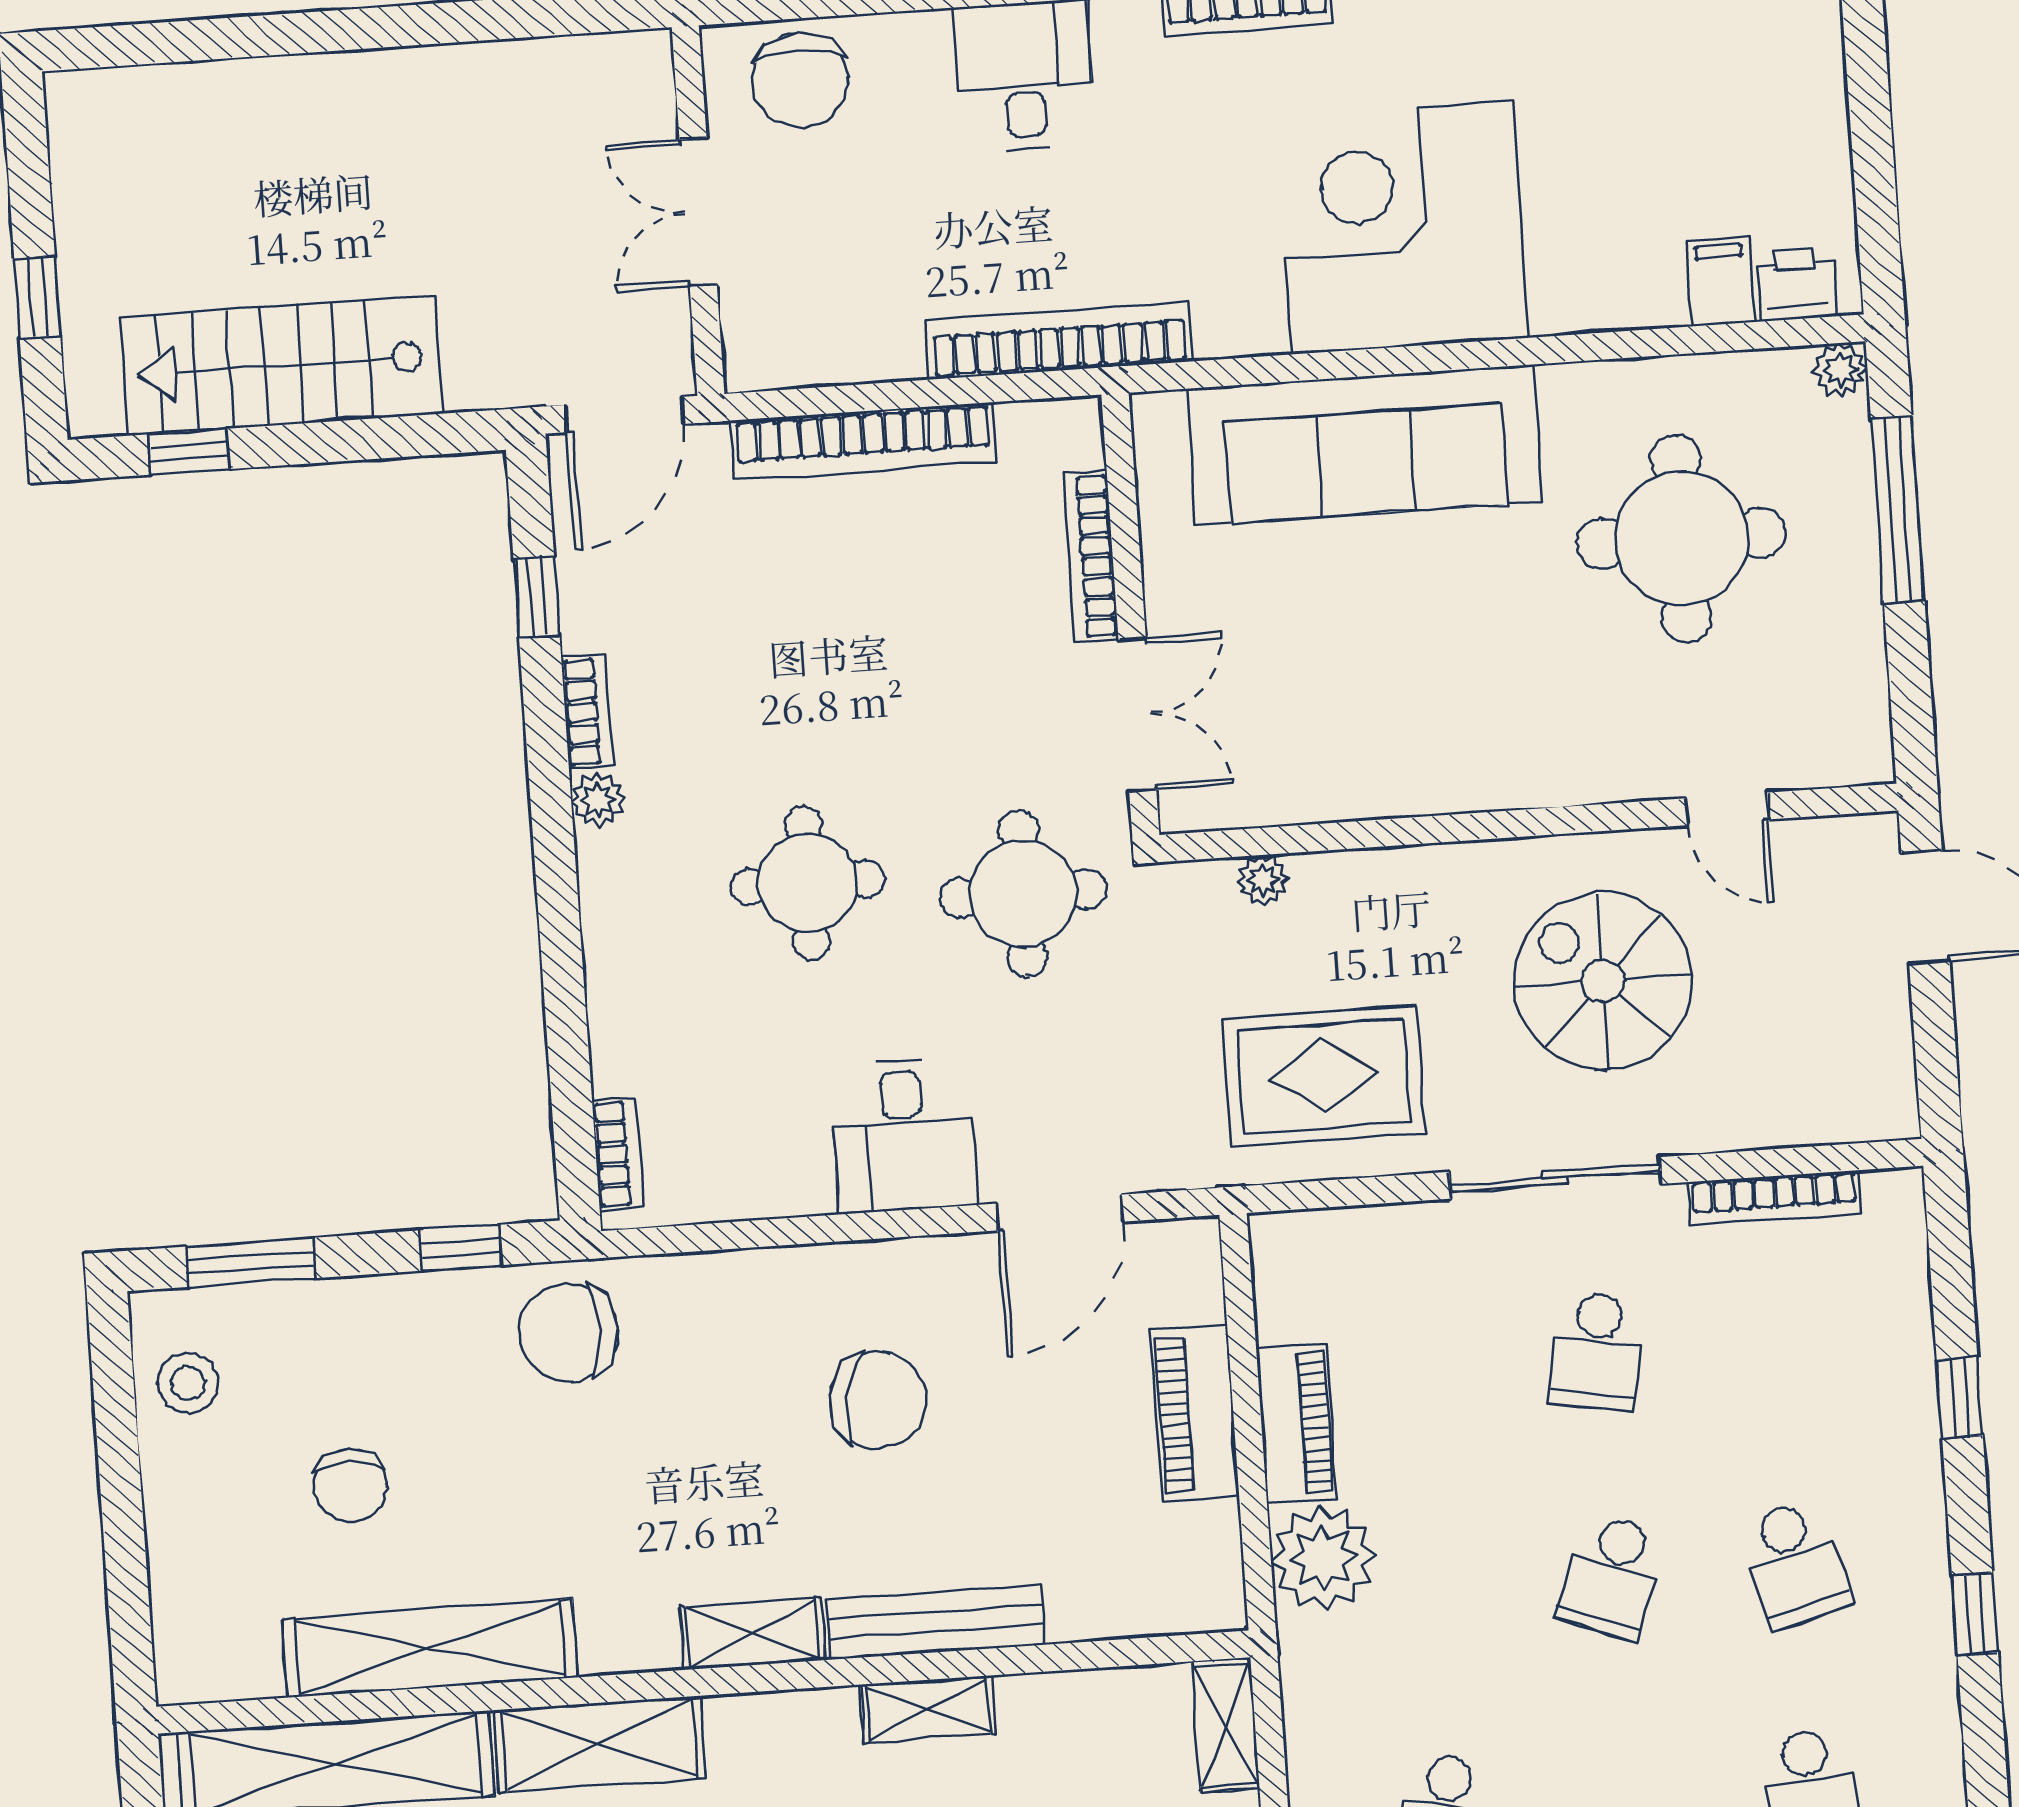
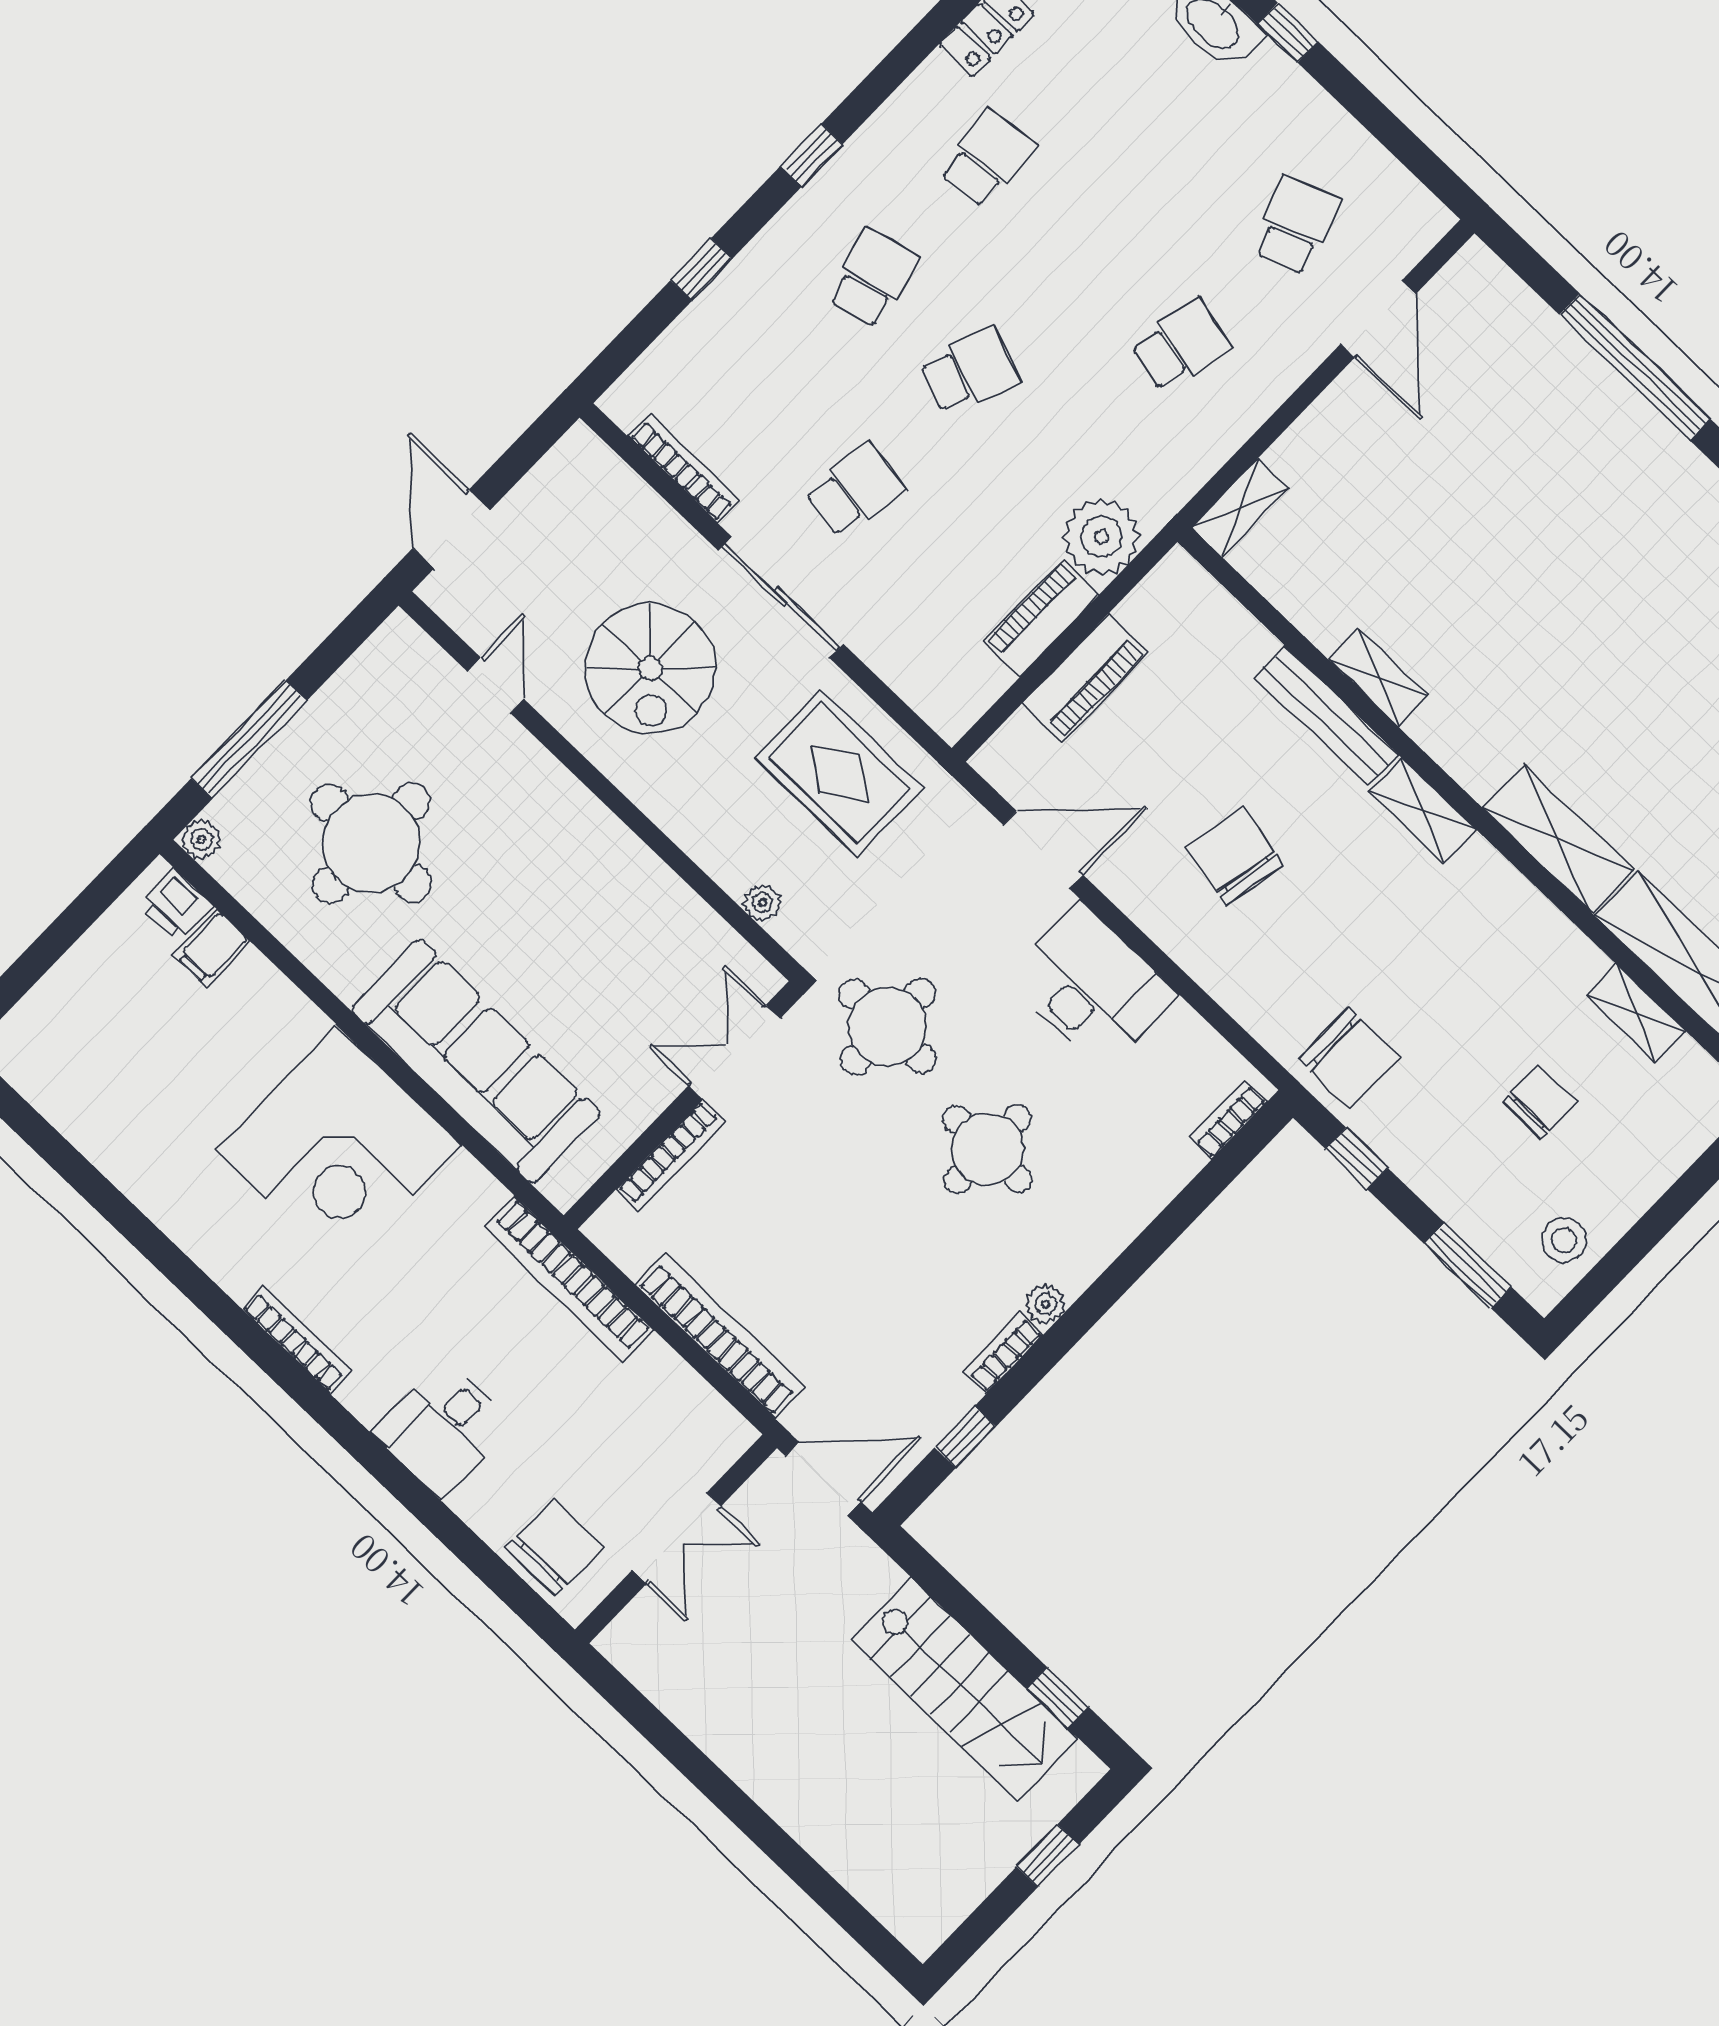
desk: (903, 1135) -> (1091, 986), width x1.37
shelving: (430, 1648) -> (1636, 1013), width x0.45, depth x0.75

